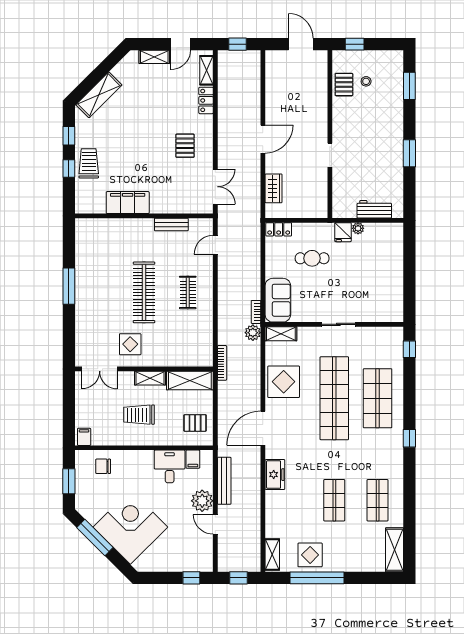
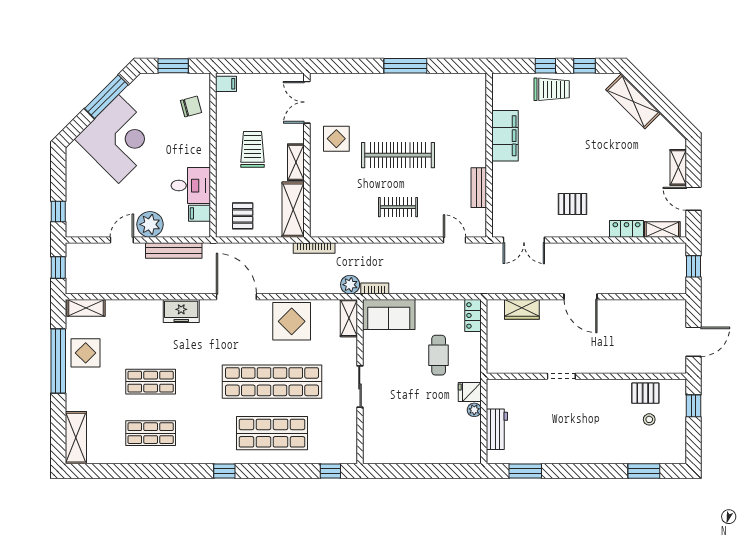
window: (409, 153) -> (525, 471), moved
chair: (103, 466) -> (191, 107), turned 75
shelving: (395, 550) -> (76, 438), moved, turned 90

